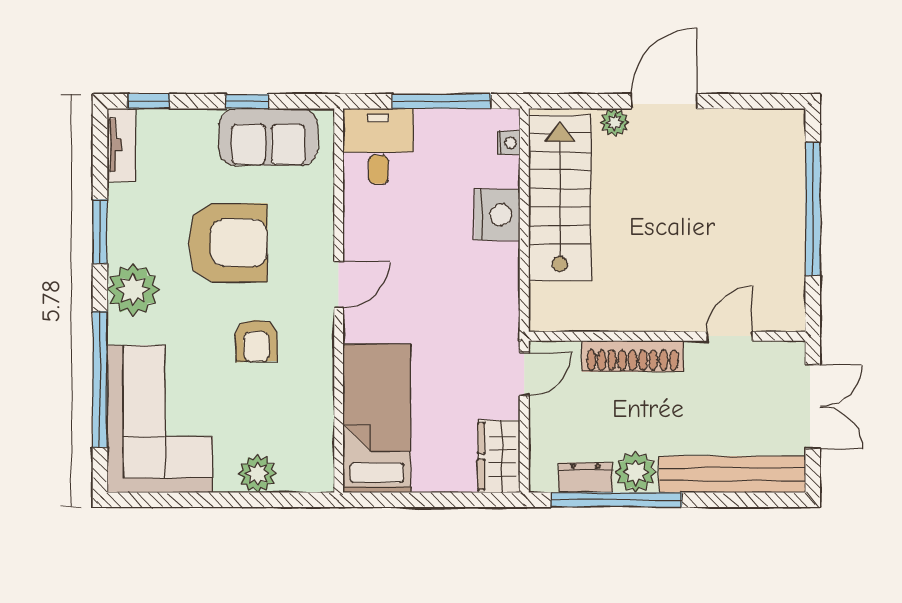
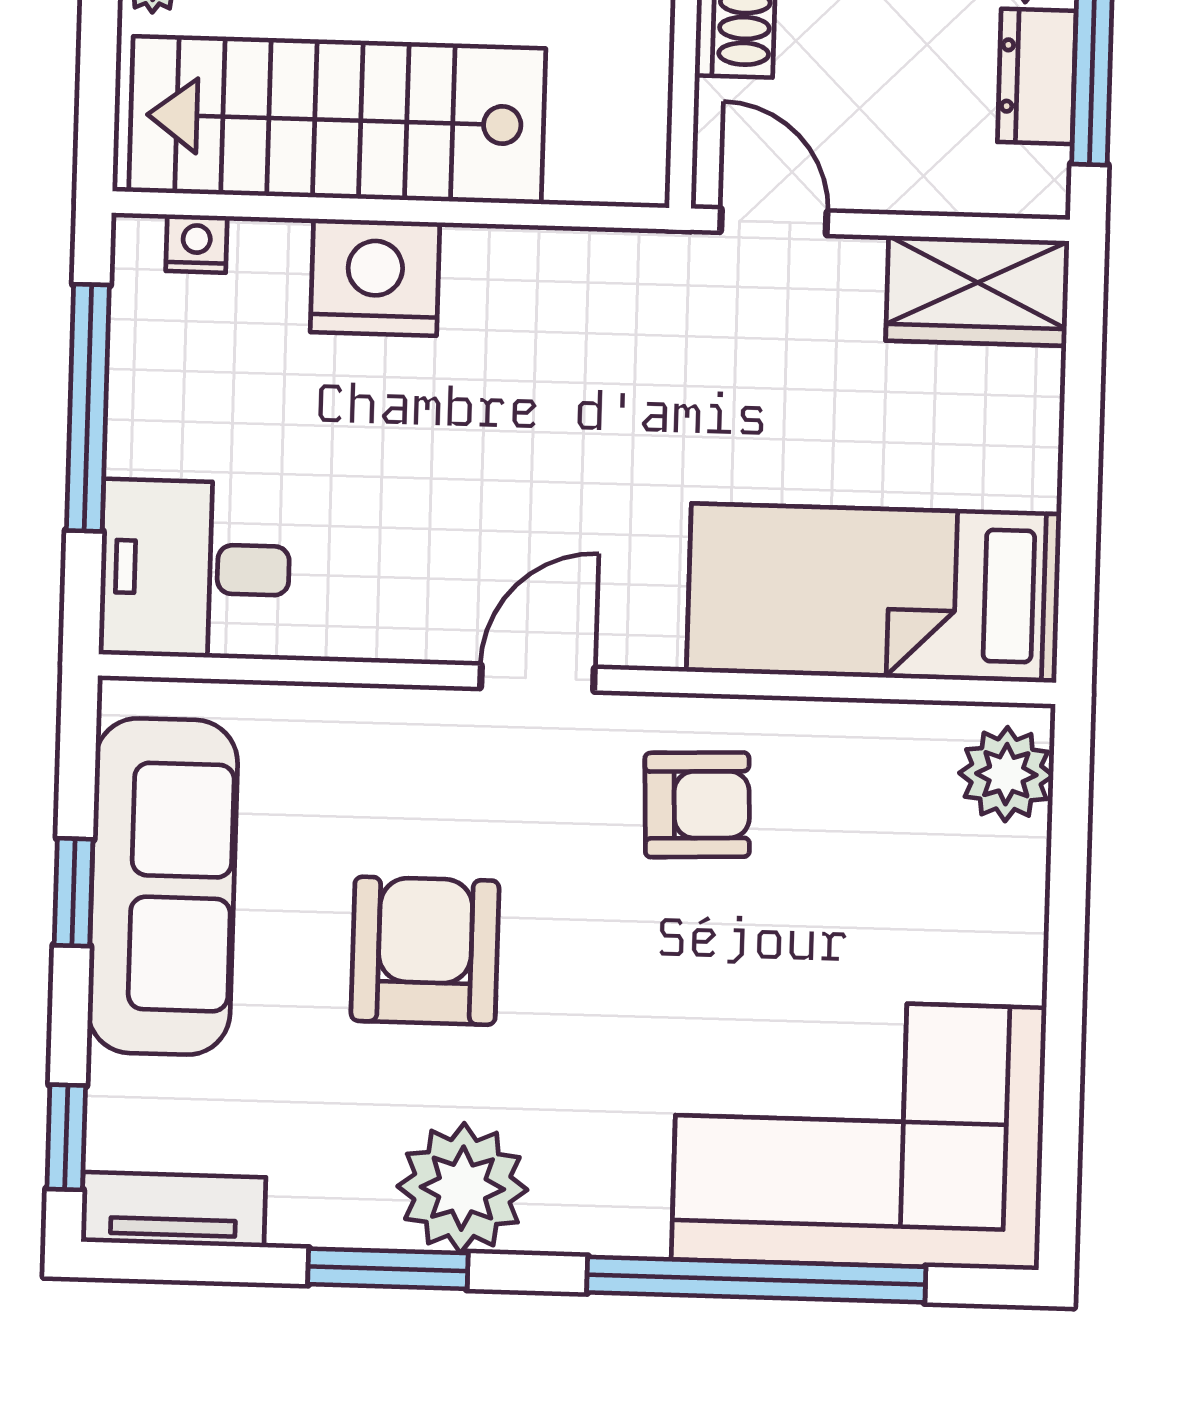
sofa: (268, 137) -> (163, 886), width x1.36
armchair: (228, 243) -> (425, 951), width x0.73, depth x0.73
door: (339, 285) -> (537, 678), hinge flipped
plant: (133, 290) -> (462, 1188), moved
armchair: (256, 341) -> (697, 805), moved
plant: (257, 474) -> (1006, 774), moved

